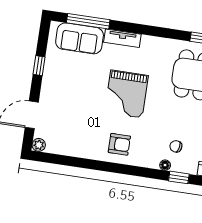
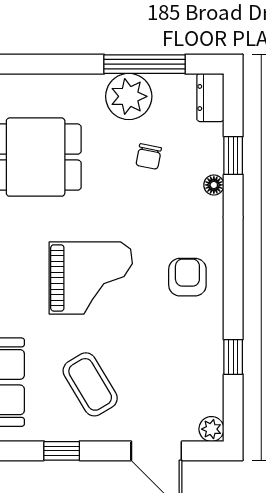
coffee table: (71, 86) -> (90, 384), added
chair: (176, 146) -> (149, 156), moved
window: (74, 162) -> (233, 357), added

